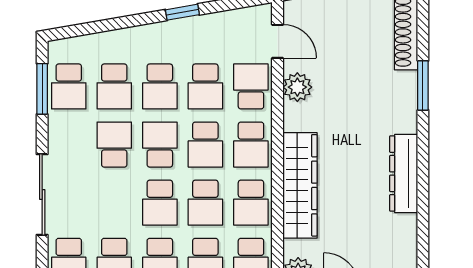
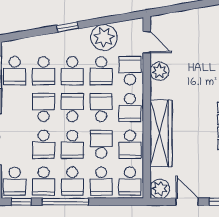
window: (182, 12) -> (67, 27), moved
plant: (210, 34) -> (104, 37), added
school desk: (205, 145) -> (101, 107), turned 180
school desk: (114, 203) -> (43, 144), added
school desk: (205, 203) -> (101, 144), turned 180

